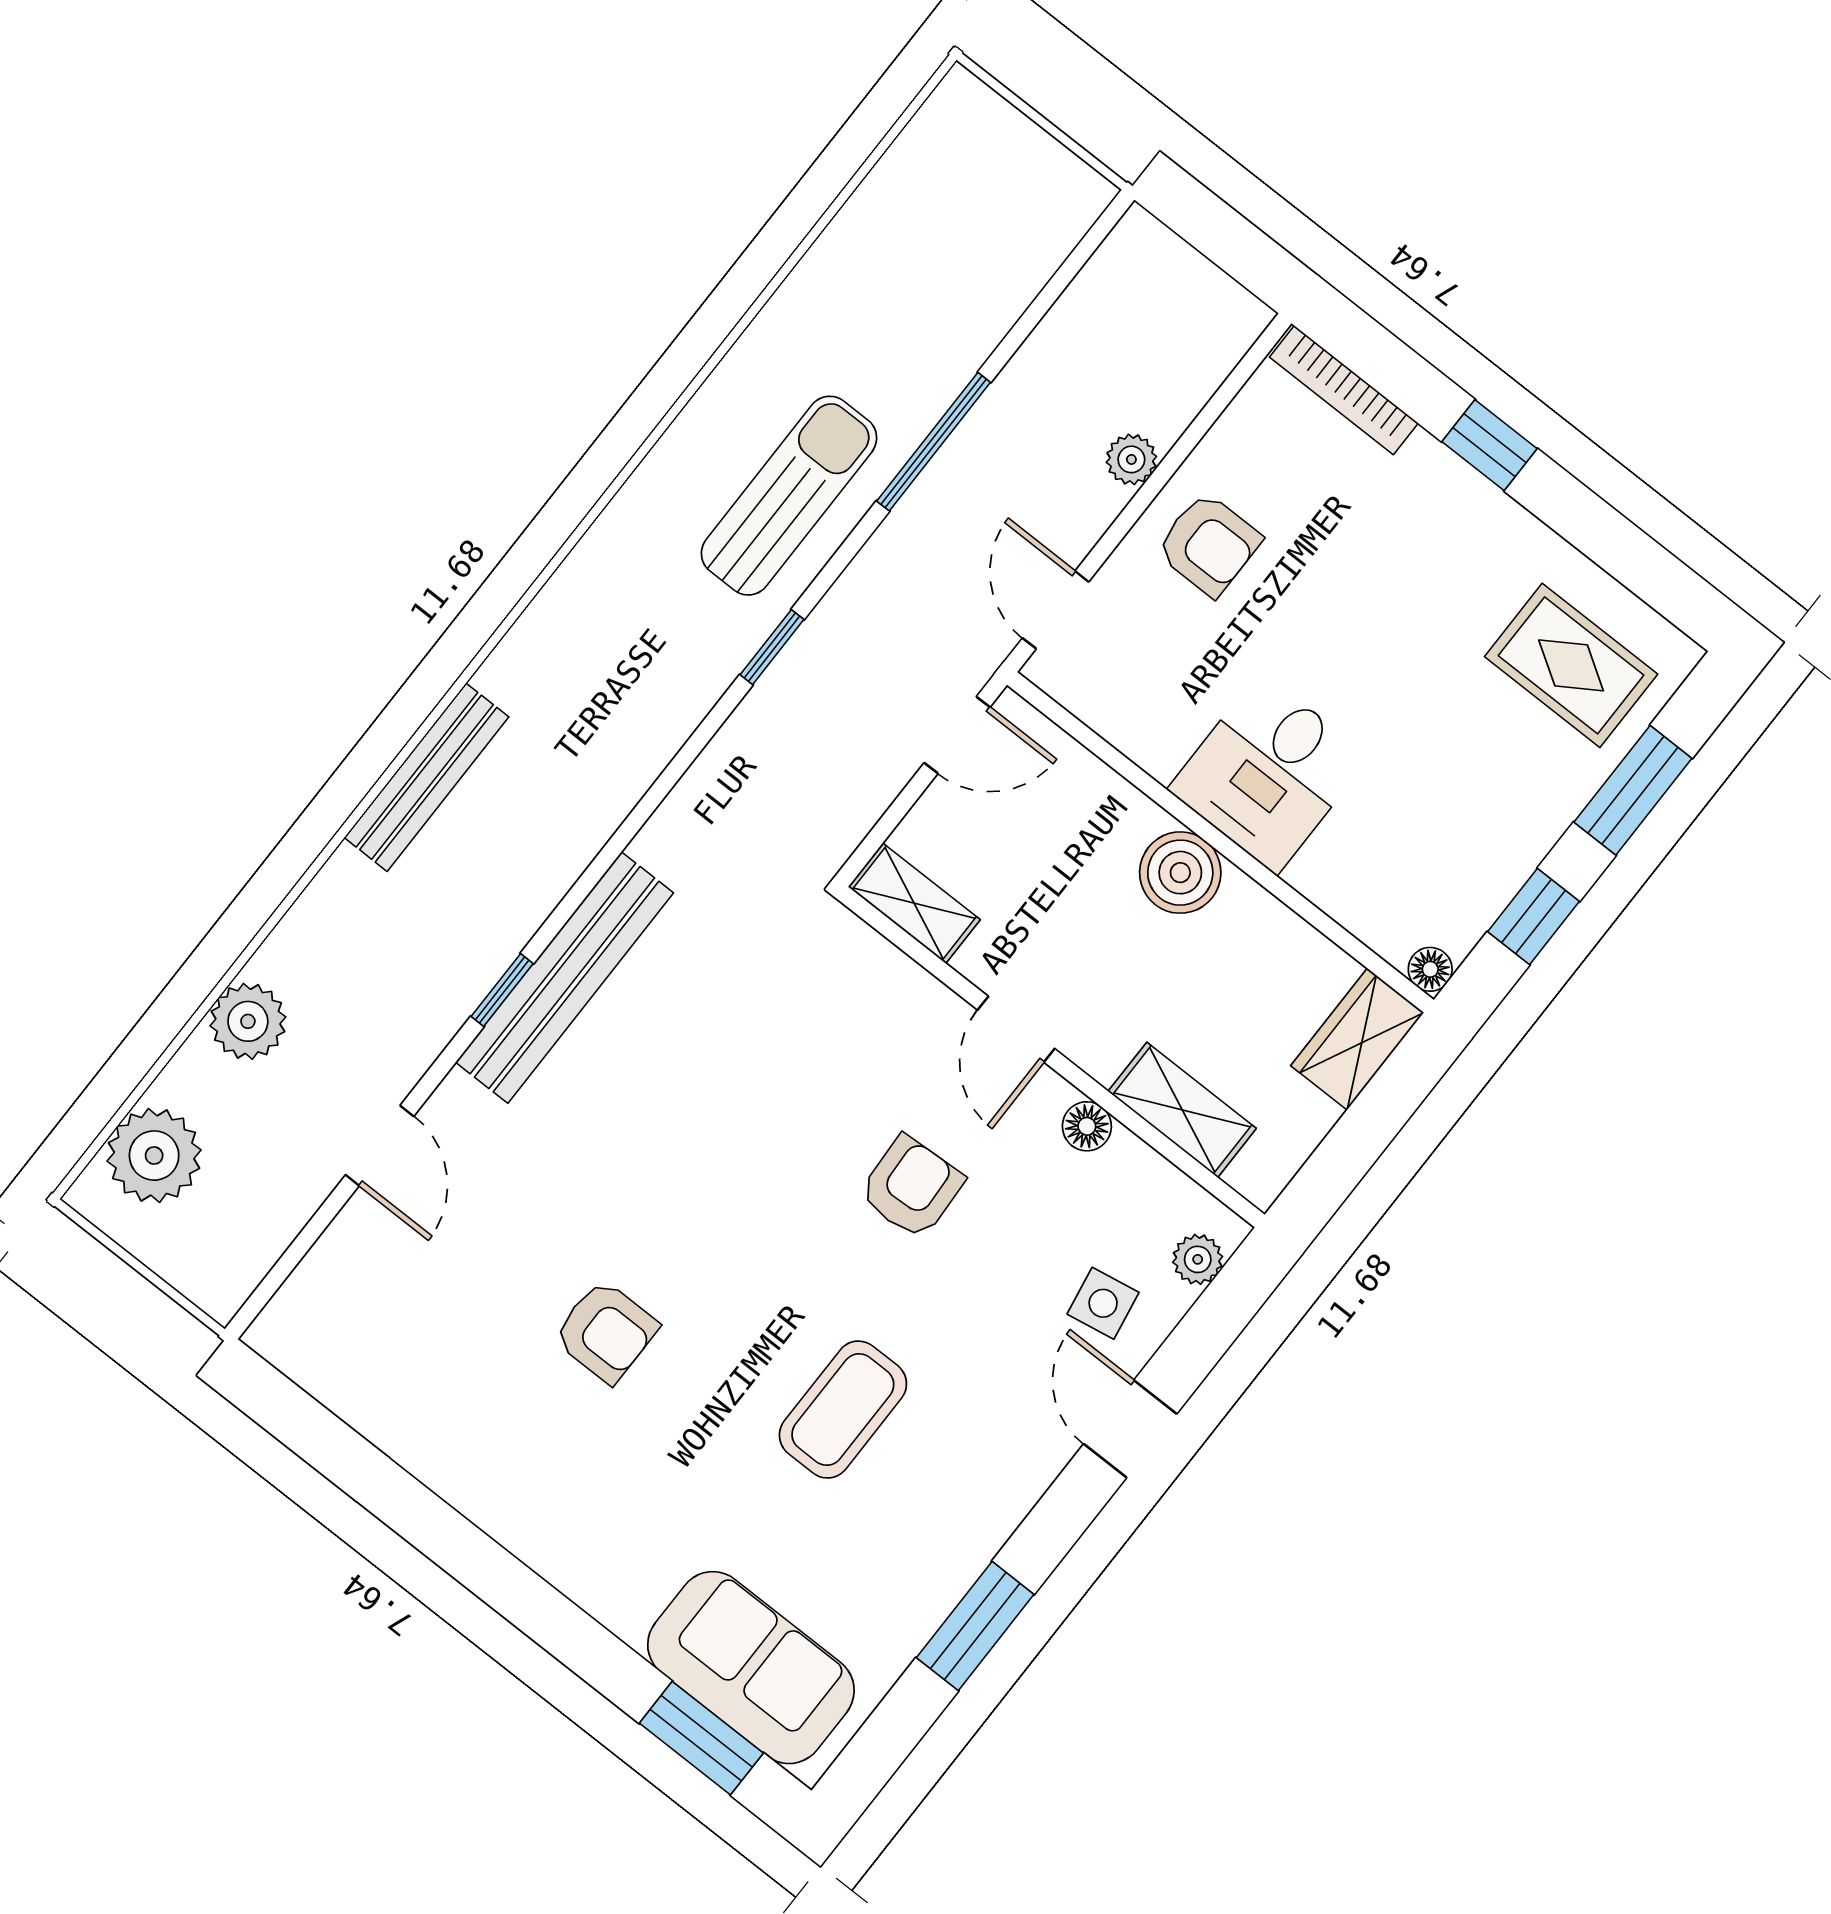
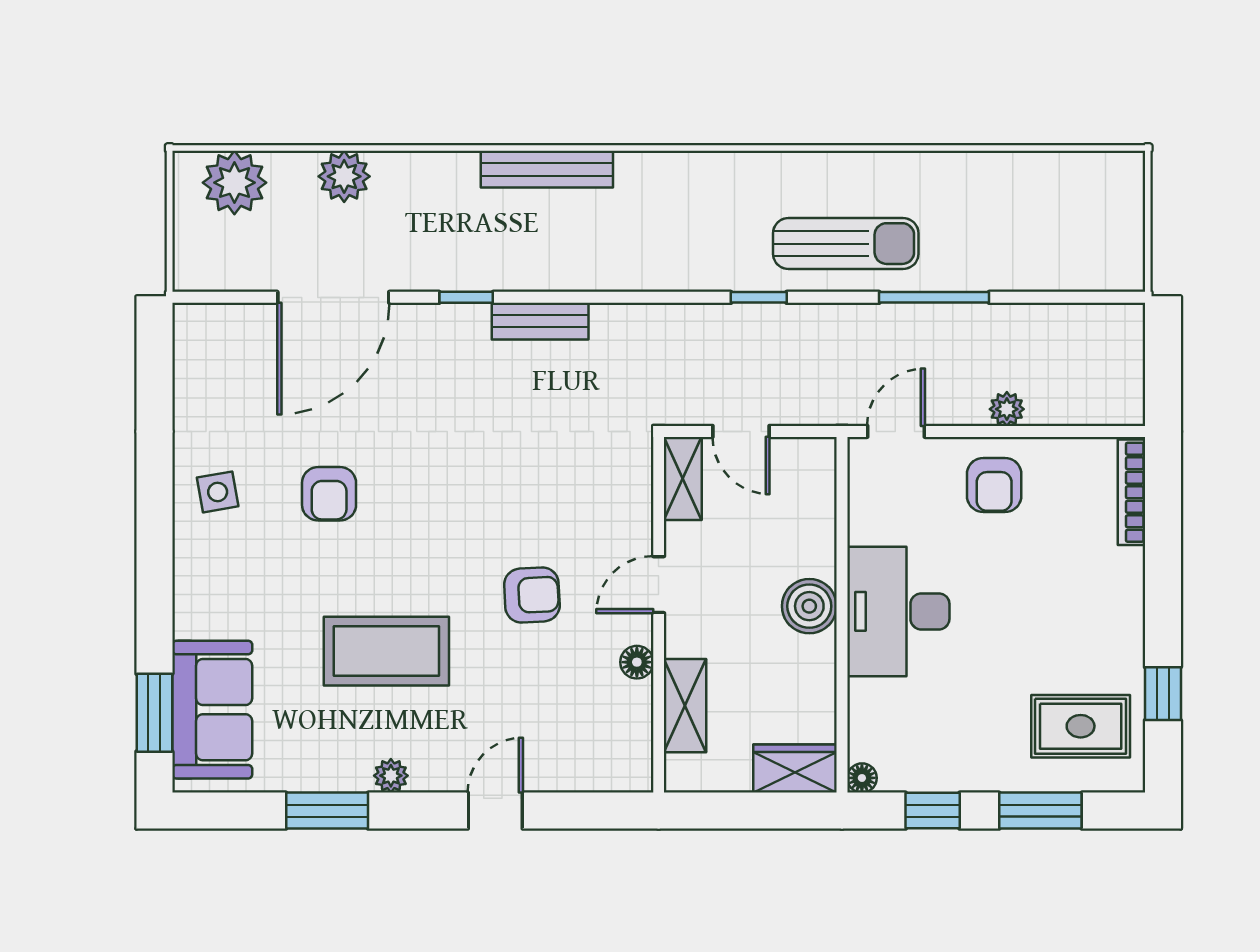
window: (1490, 445) -> (1163, 694), moved
rug: (1571, 665) -> (1081, 726), turned 90
door: (957, 735) -> (741, 431), moved
desk: (1269, 773) -> (898, 611), width x1.37
bench: (565, 978) -> (540, 321), width x0.54, depth x0.82
door: (380, 1146) -> (333, 297), width x1.88
plant: (1198, 1259) -> (391, 776), moved
side table: (1103, 1303) -> (218, 492), moved
coffee table: (843, 1410) -> (386, 651), width x1.36, depth x1.32

